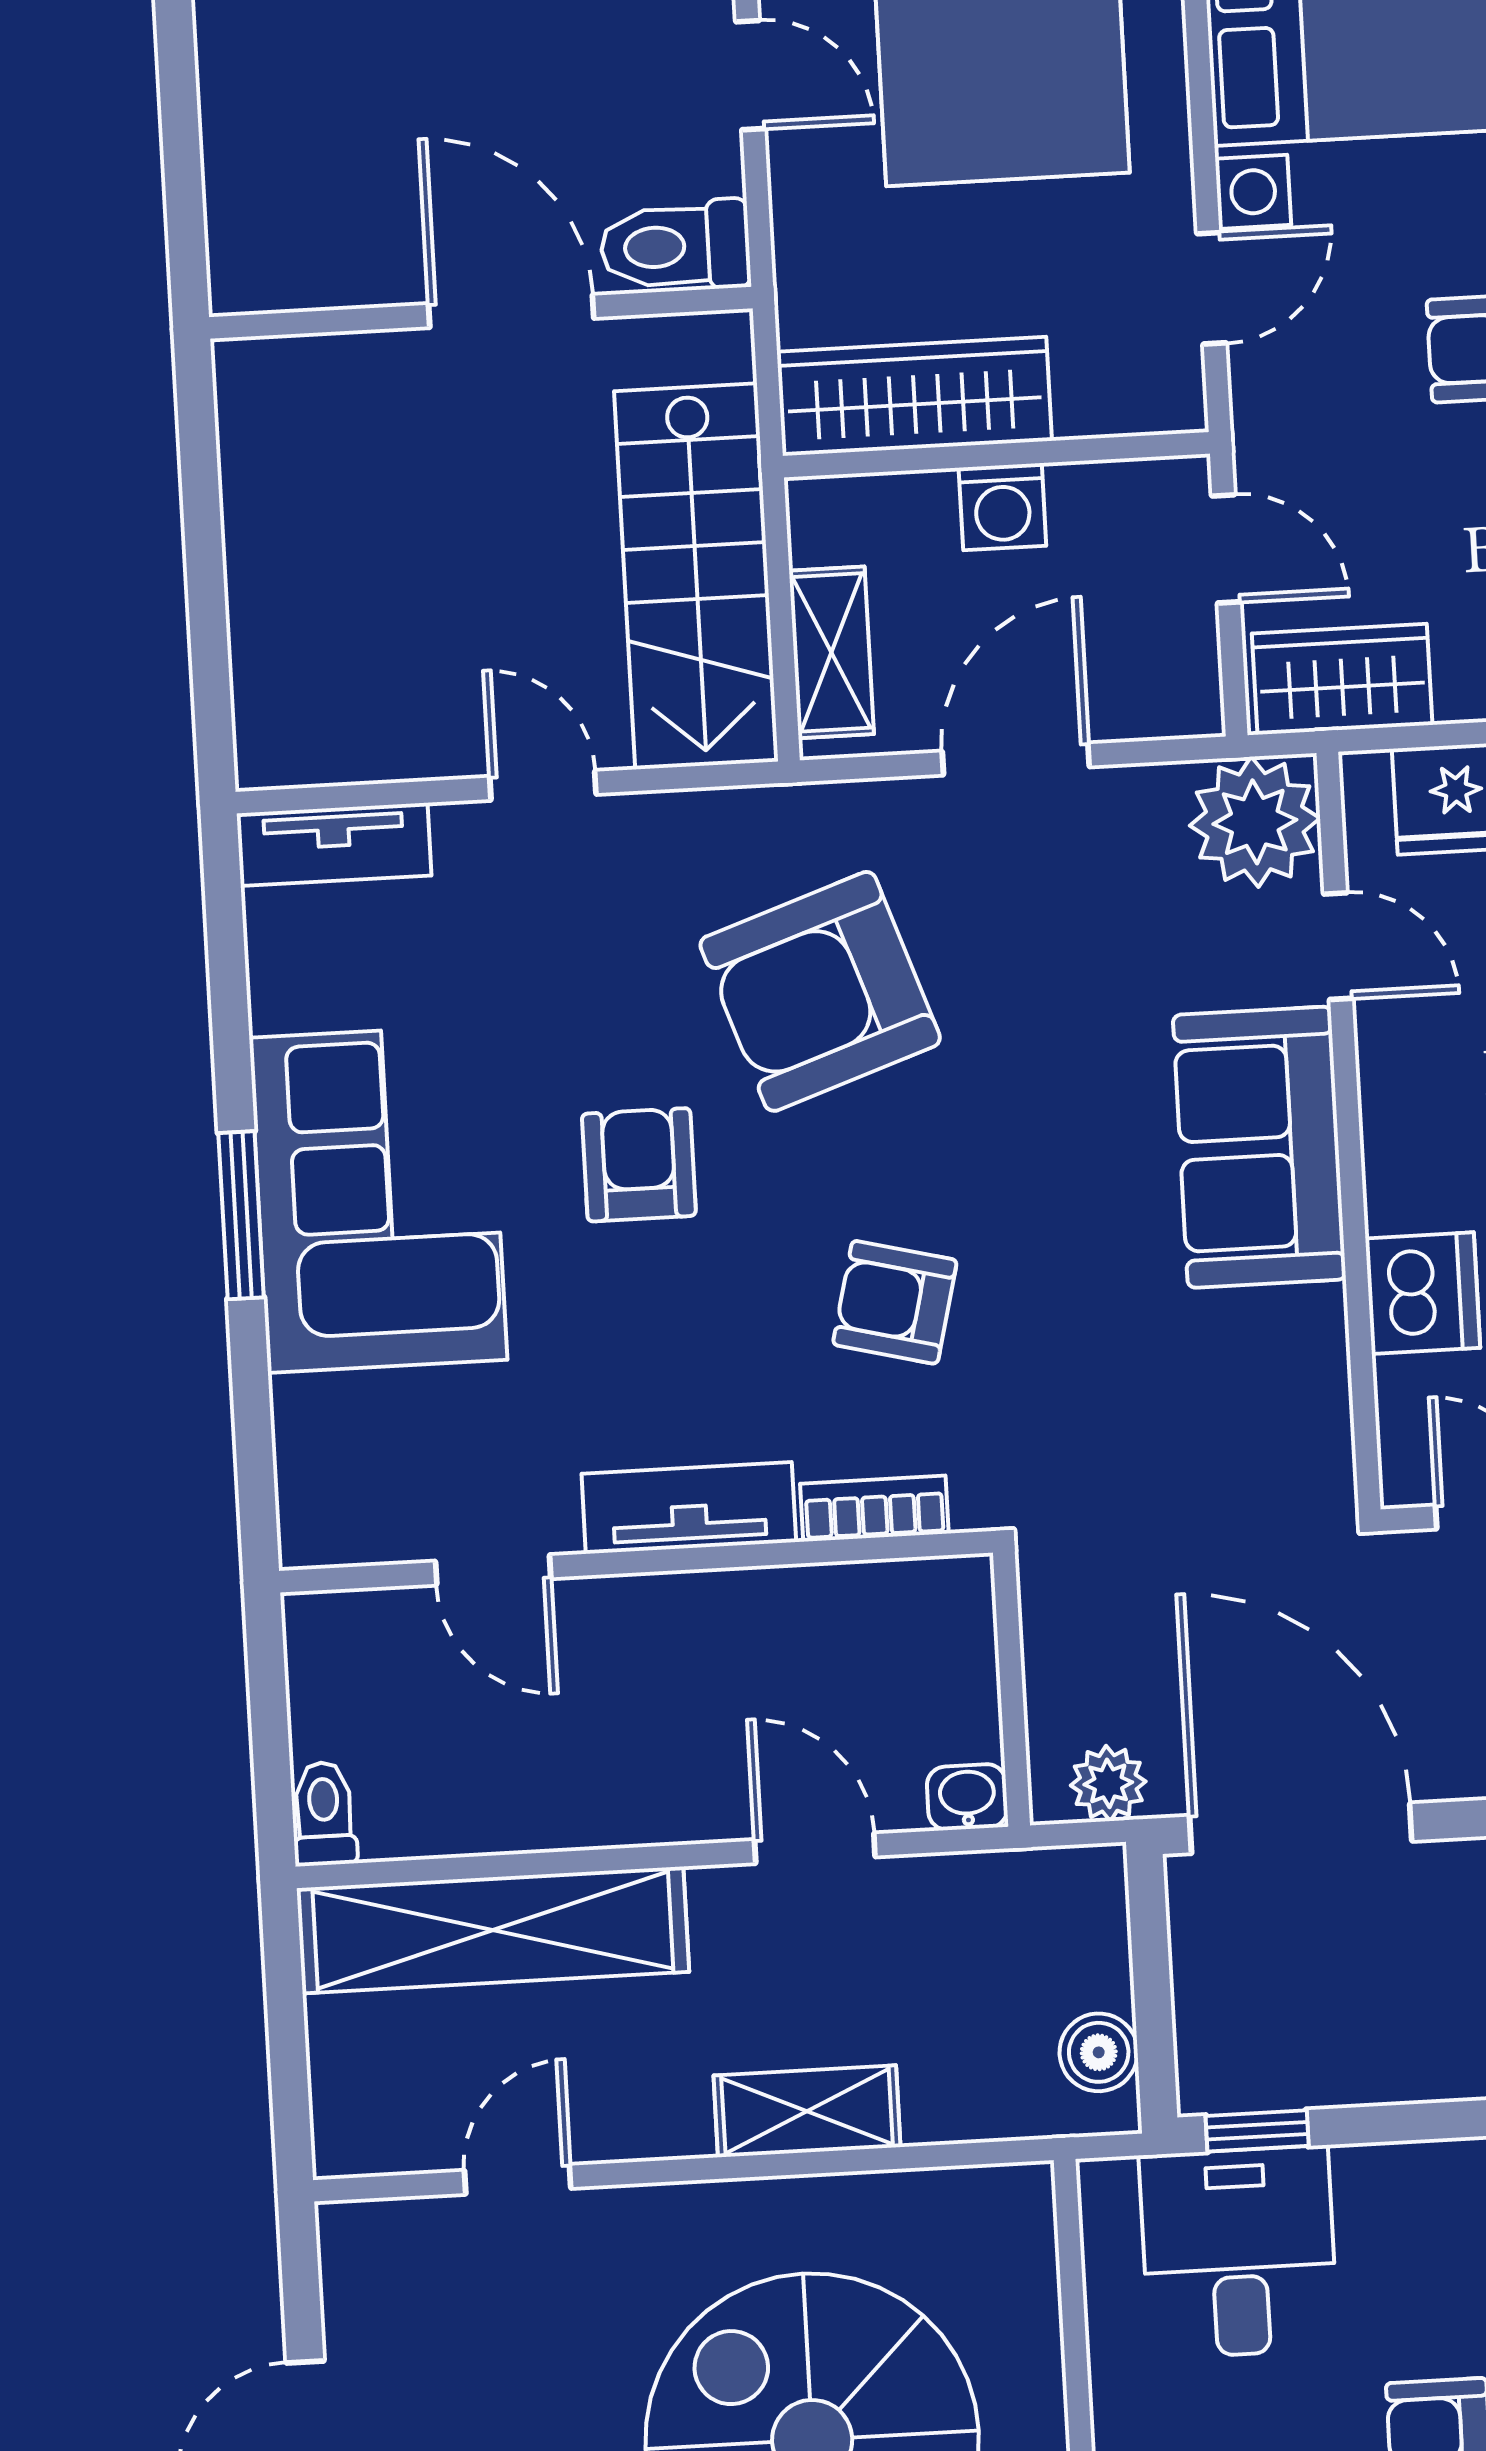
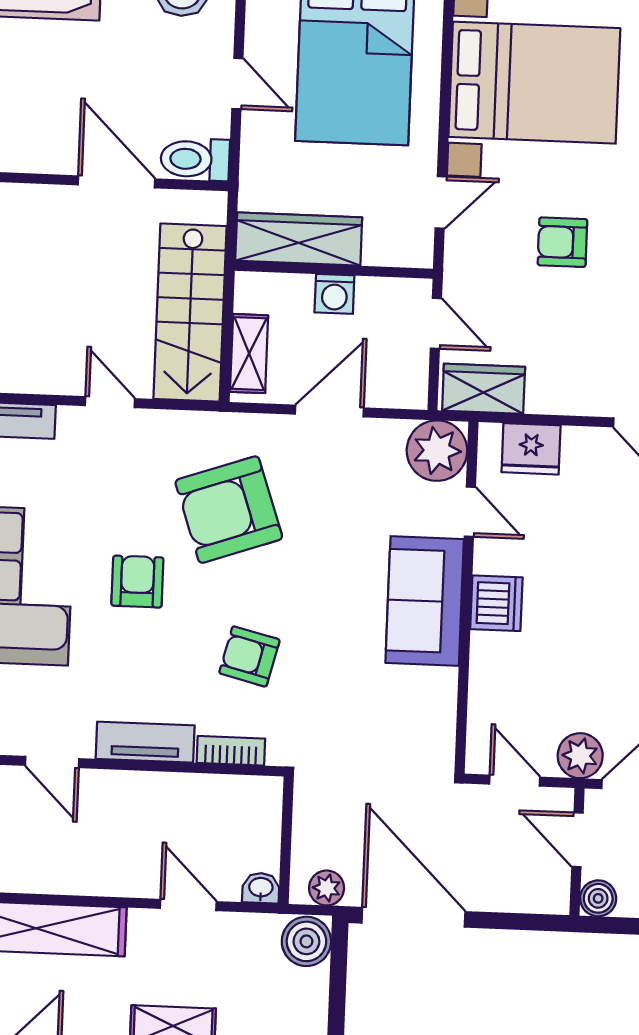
dishwasher: (1423, 1293) -> (496, 603), moved
boiler: (1099, 2052) -> (306, 941), moved, width x1.36, depth x1.36

